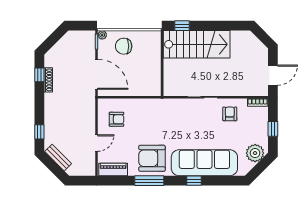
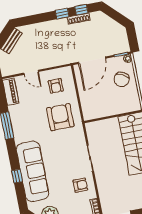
chair: (124, 46) -> (122, 79), turned -151
window: (39, 132) -> (62, 14), moved
armchair: (152, 158) -> (60, 117), moved
window: (194, 181) -> (17, 176), moved

